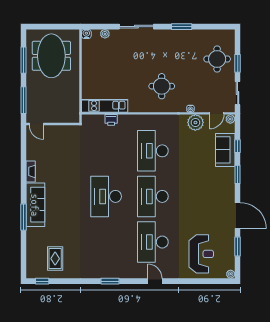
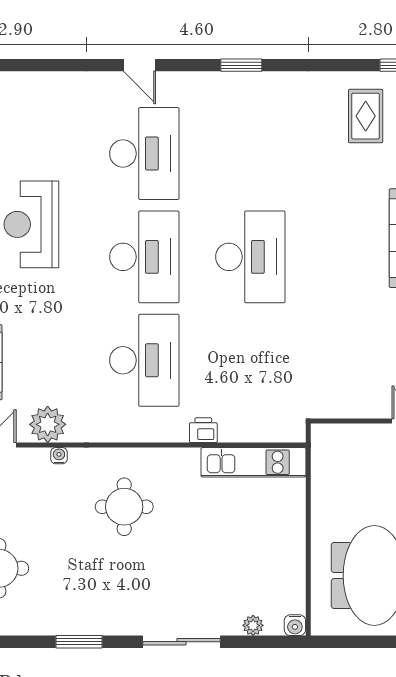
printer: (111, 120) -> (203, 430), moved
reception desk: (201, 254) -> (31, 224), moved

